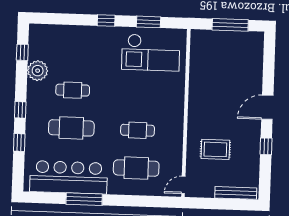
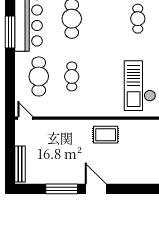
cafe table: (73, 90) -> (138, 19), moved
window: (266, 146) -> (62, 189), width x2.17
rug: (215, 149) -> (106, 135), moved, turned 90

